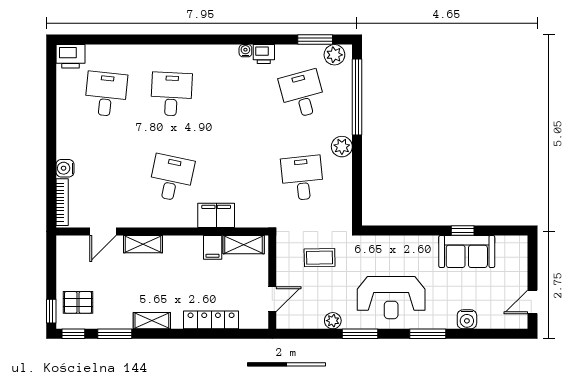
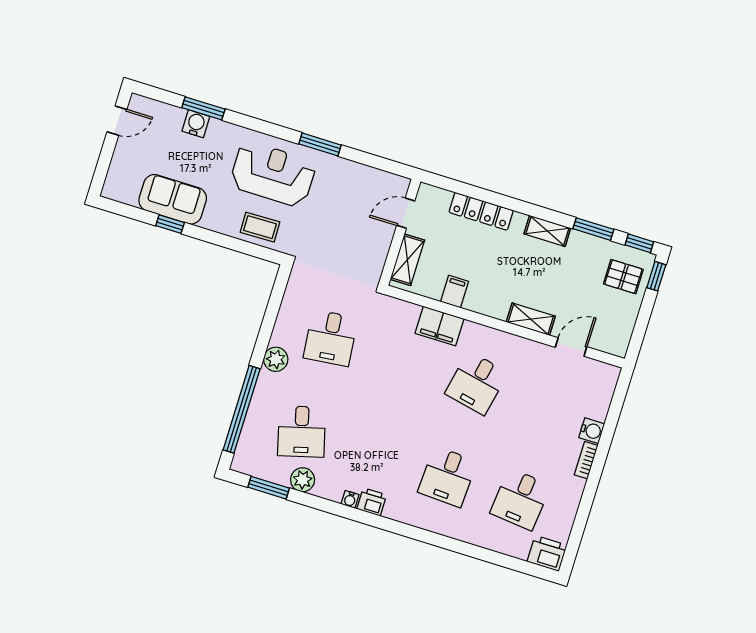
printer: (264, 54) -> (372, 502), moved
plant: (334, 55) -> (303, 480), moved
bookcase: (62, 202) -> (586, 460), moved, width x0.64
shelving: (244, 245) -> (407, 260), moved, turned 90
coffee table: (320, 258) -> (260, 227), moved
plant: (333, 321) -> (346, 168), removed
window: (428, 334) -> (203, 108), moved

